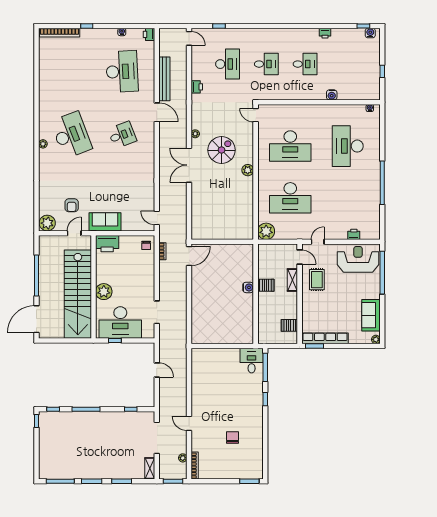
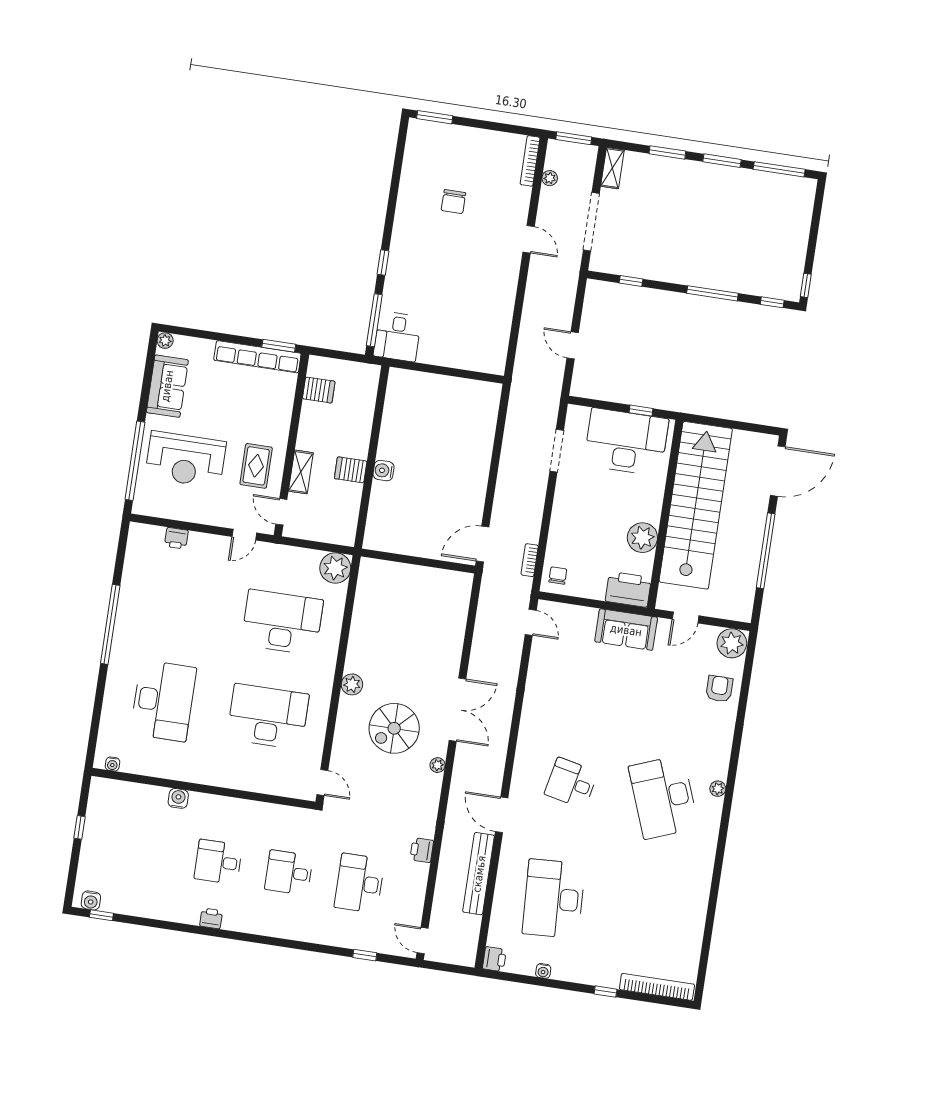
printer: (325, 33) -> (211, 918), moved
desk: (122, 135) -> (571, 783), turned 33
armchair: (72, 205) -> (719, 689), moved
reception desk: (358, 259) -> (186, 459), moved
plant: (104, 292) -> (642, 538), moved

